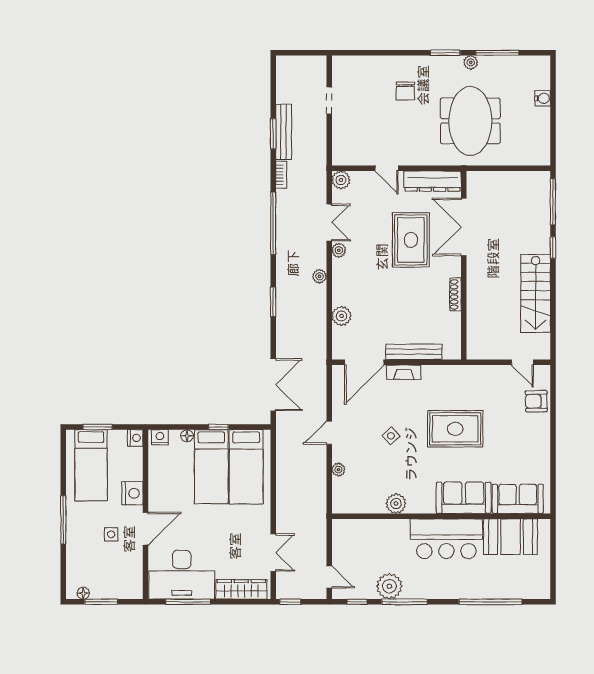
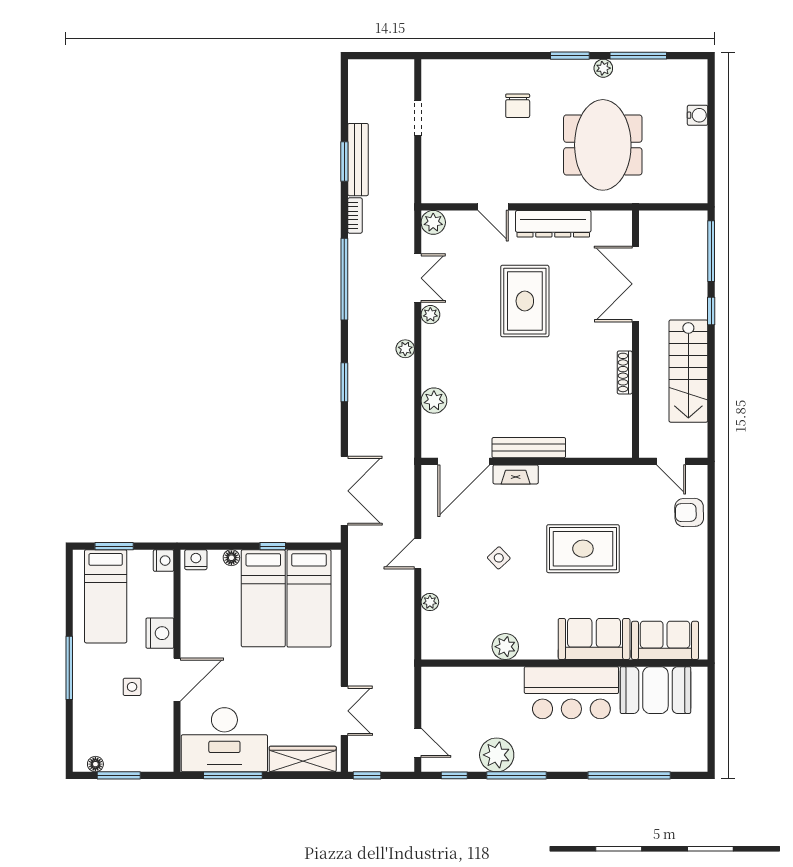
double door: (464, 227) -> (636, 284), moved
wall: (464, 265) -> (636, 334), moved
shoe rack: (456, 294) -> (625, 372), moved

